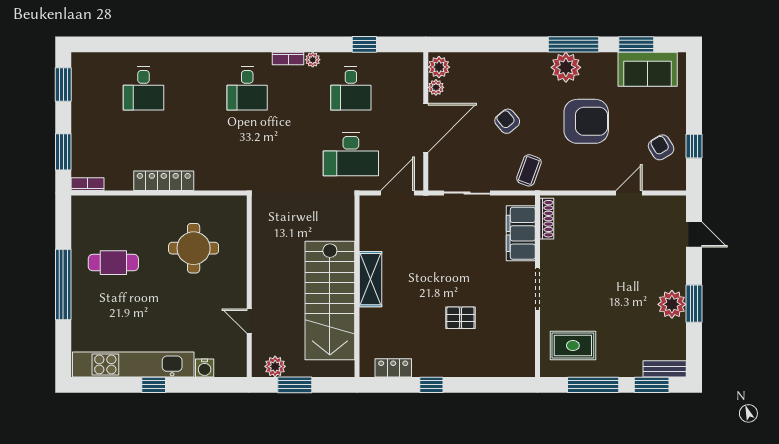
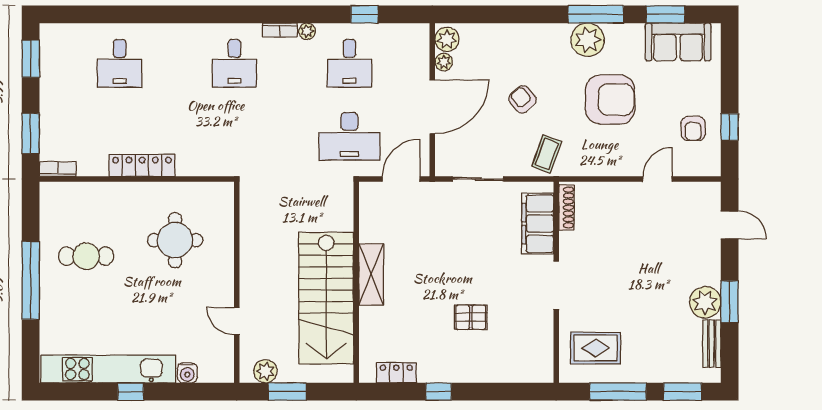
armchair: (661, 147) -> (693, 128), turned -150
bench: (665, 369) -> (712, 344), moved, turned 90

